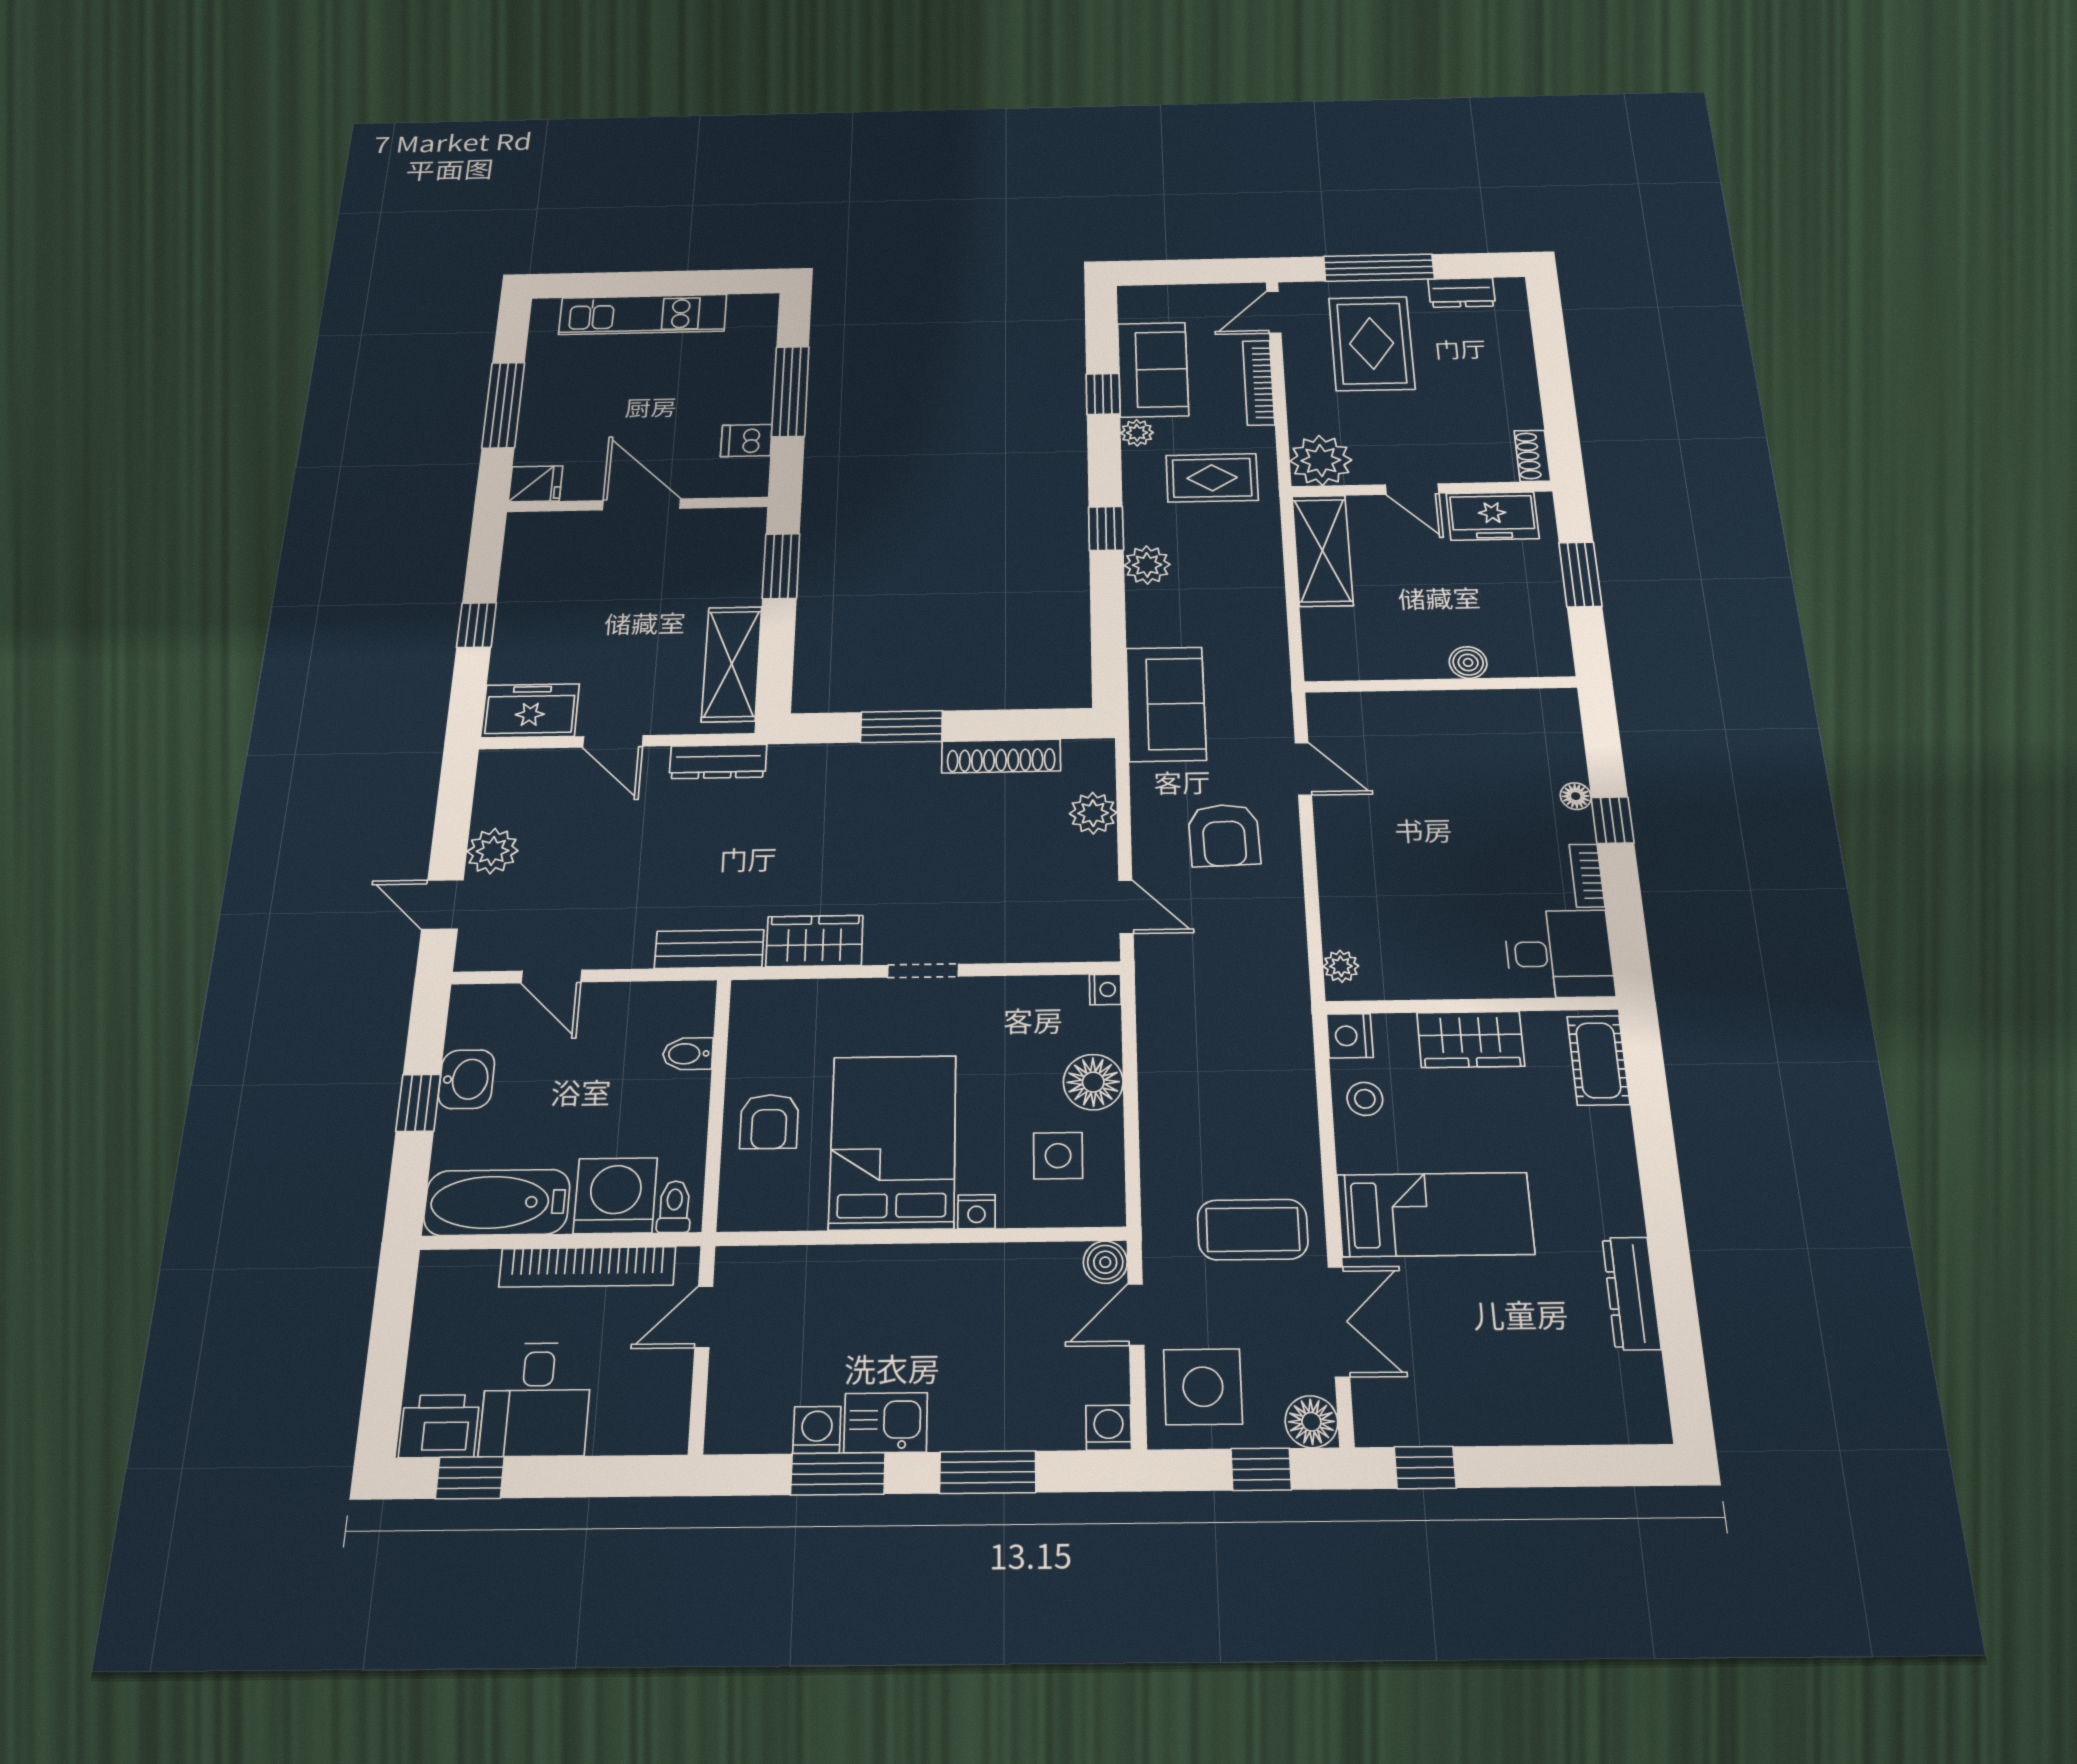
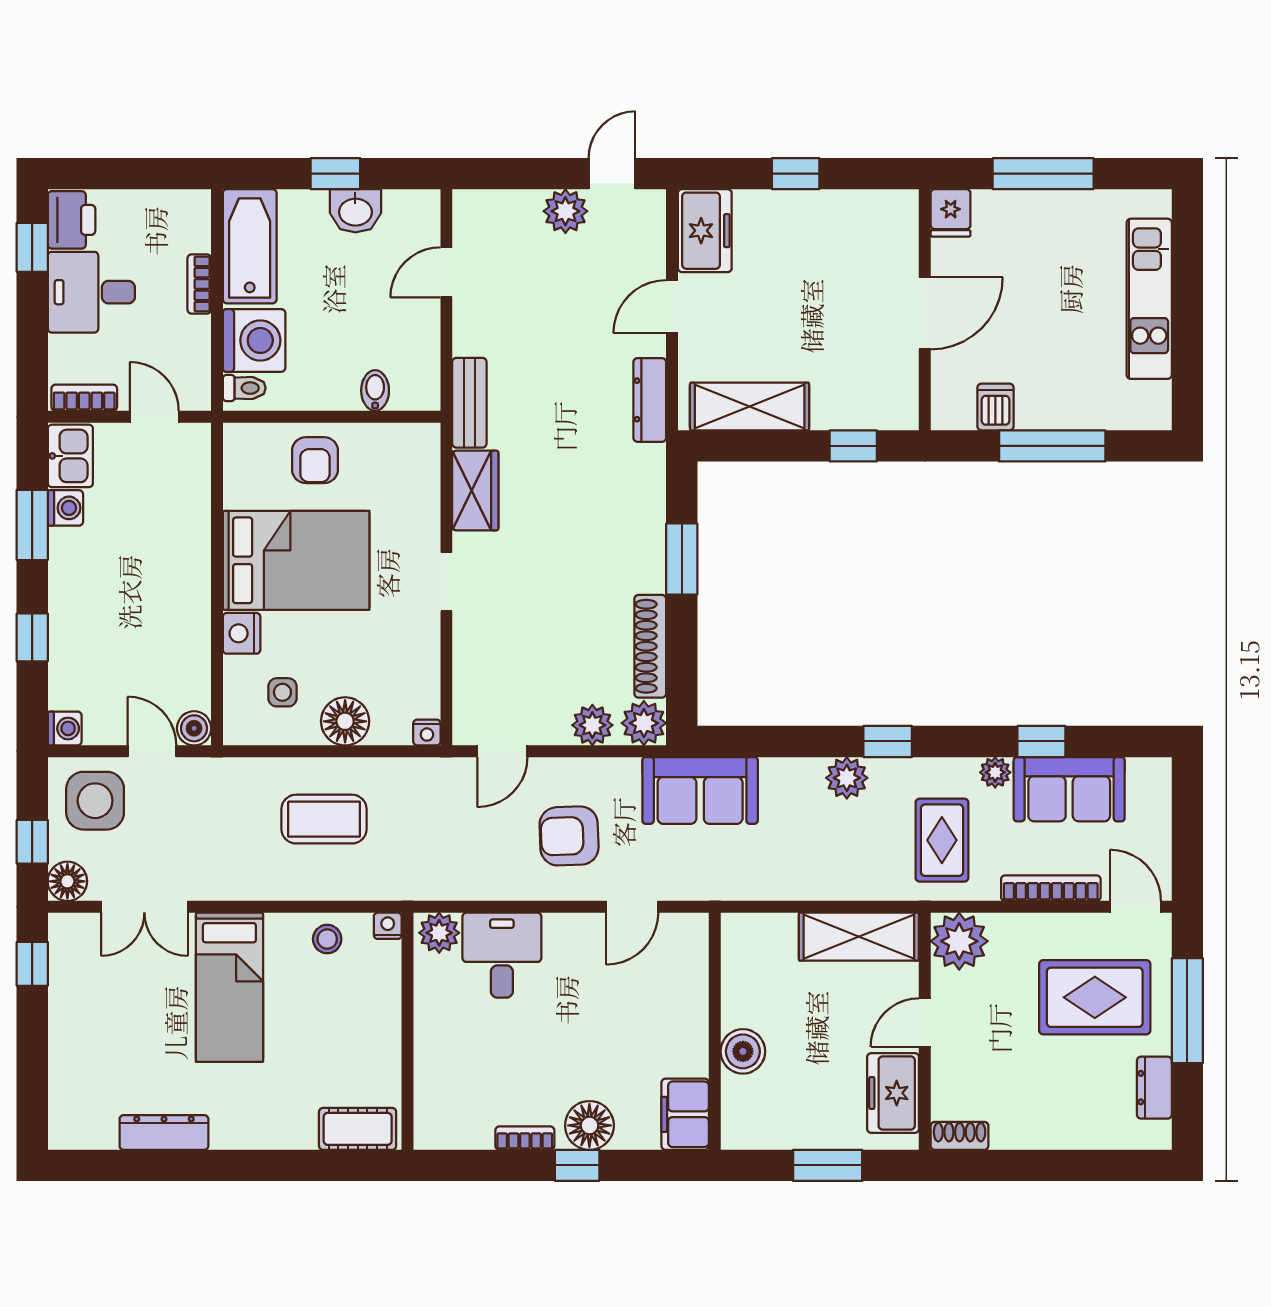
window: (781, 566) -> (853, 446), width x0.67
boiler: (1468, 662) -> (743, 1051), width x1.36, depth x1.36
filing cabinet: (1539, 712) -> (685, 1114), added
plant: (1090, 761) -> (644, 723), added
floor lamp: (1576, 796) -> (589, 1125), width x1.89, depth x1.89
door: (442, 904) -> (612, 174), moved
desk: (1559, 954) -> (502, 955), moved, turned 180
plant: (1341, 966) -> (439, 933), width x1.38, depth x1.38
nightstand: (1350, 1036) -> (388, 926), width x0.72, depth x0.74
wardrobe: (1471, 1039) -> (378, 1028), removed
armchair: (769, 1122) -> (315, 460), turned -90
side table: (1058, 1156) -> (282, 692), width x0.73, depth x0.73
nightstand: (977, 1212) -> (242, 633), width x1.39, depth x1.35
coffee table: (1253, 1230) -> (324, 819), moved, turned 90
bookcase: (587, 1267) -> (199, 284), width x0.43, depth x0.76
bookcase: (673, 1407) -> (84, 398), added
kitchen sink: (886, 1423) -> (70, 456), moved
window: (988, 1472) -> (32, 637), width x0.67

